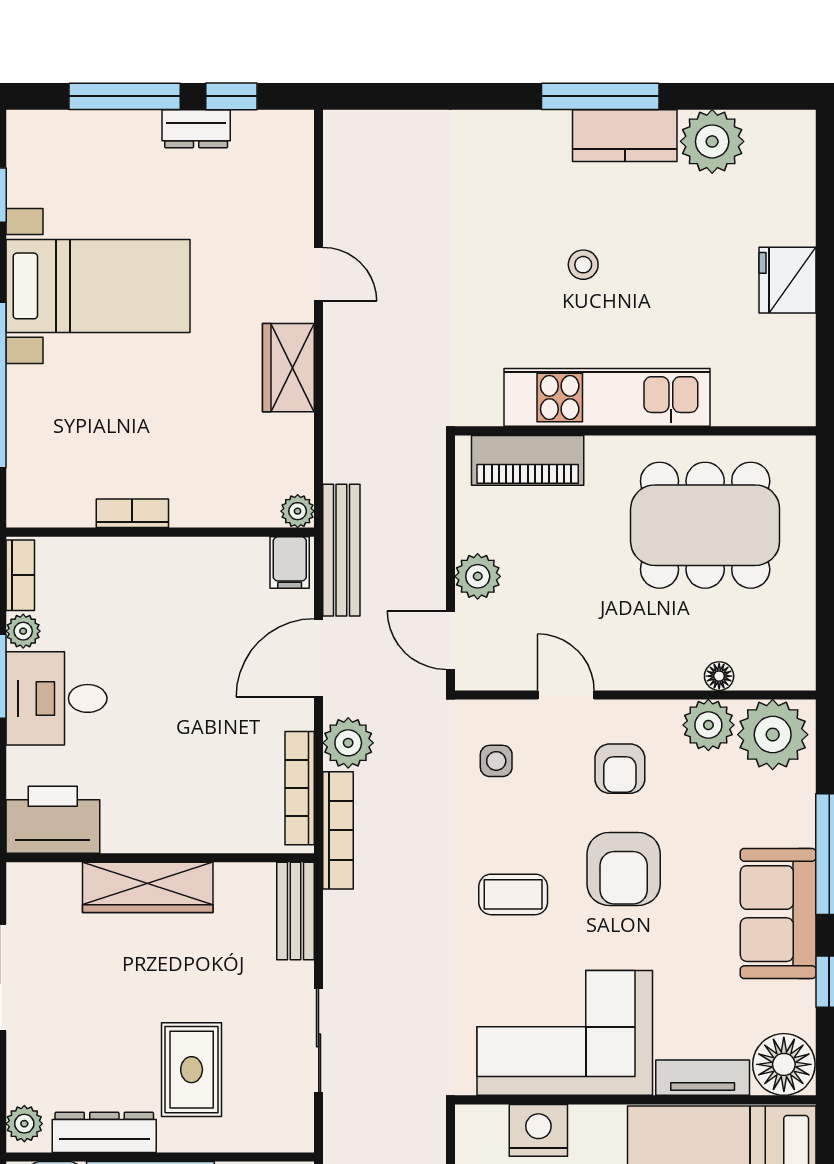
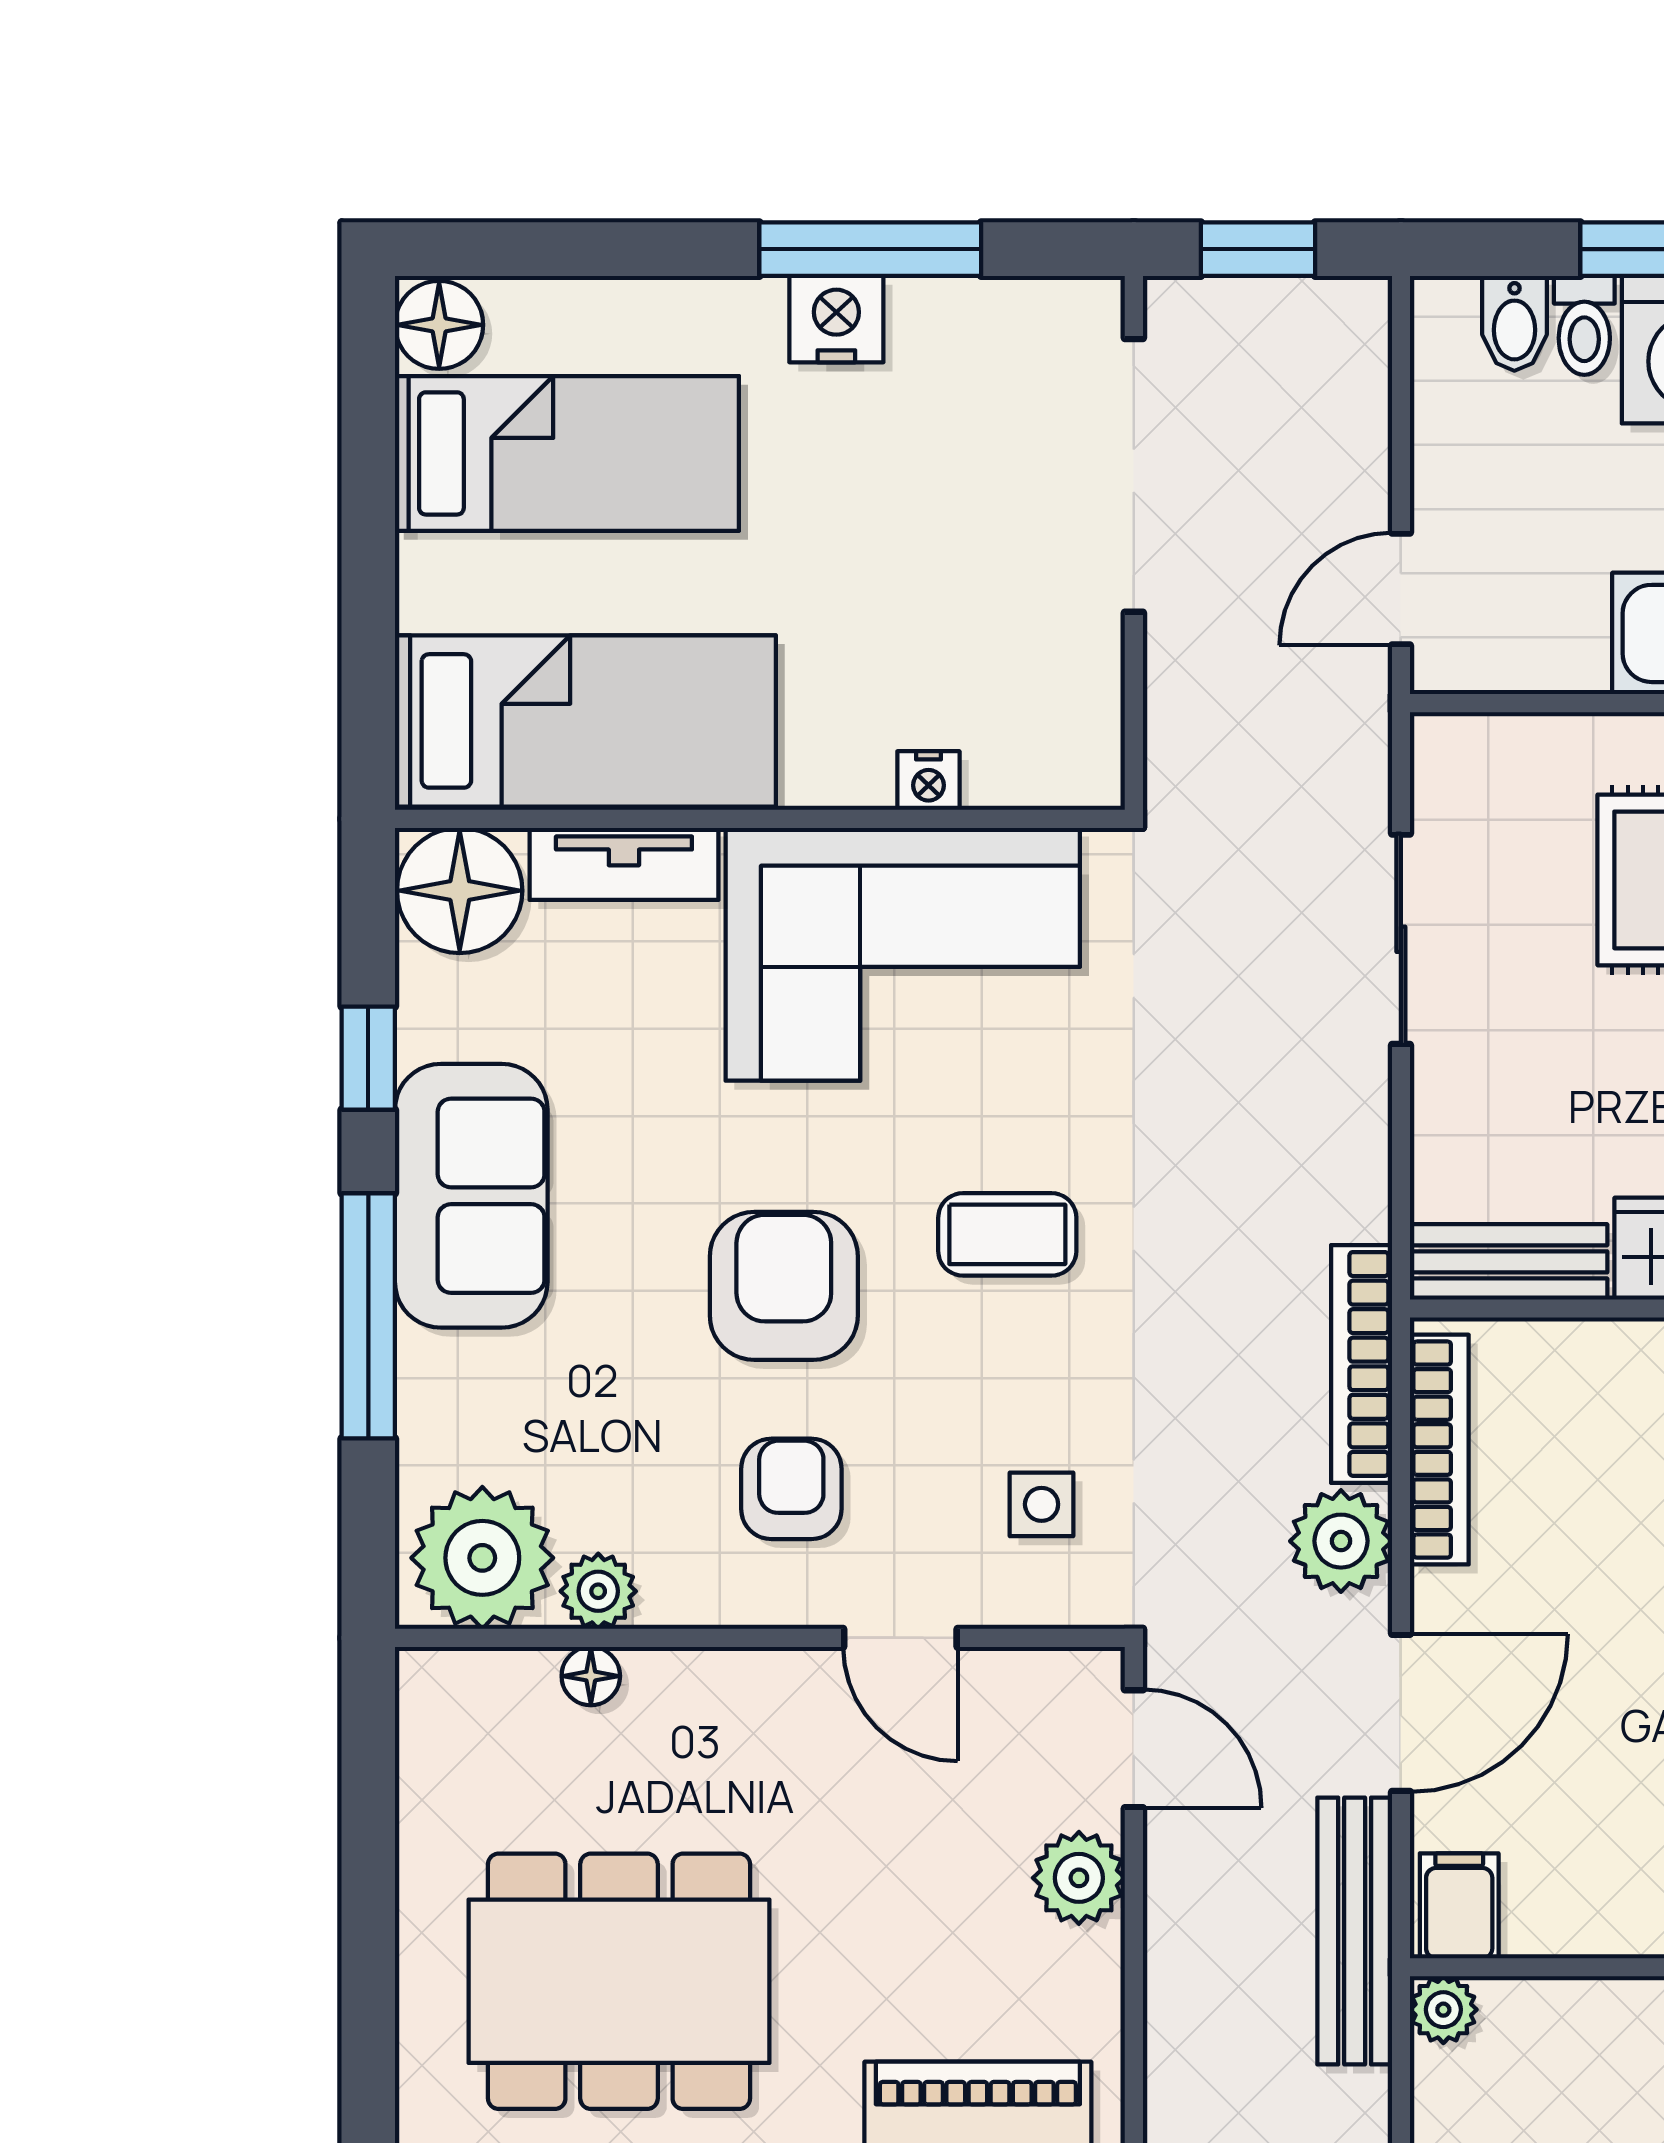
plant: (708, 725) -> (598, 1591), width x0.73, depth x0.73
bench: (295, 911) -> (1509, 1262), moved, turned 90
nightstand: (538, 1130) -> (928, 781), width x0.53, depth x0.56

